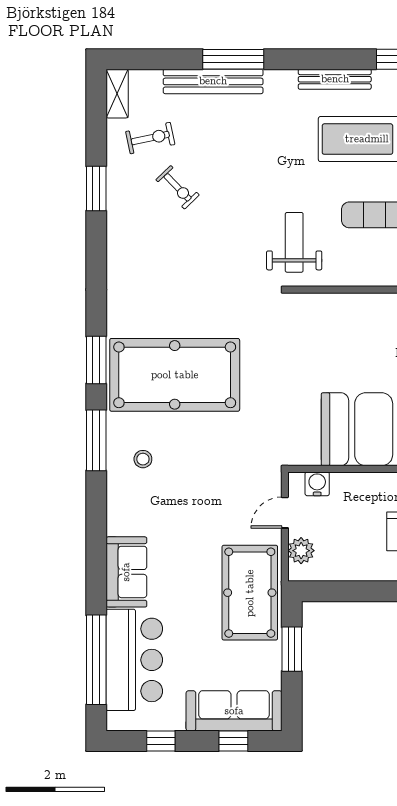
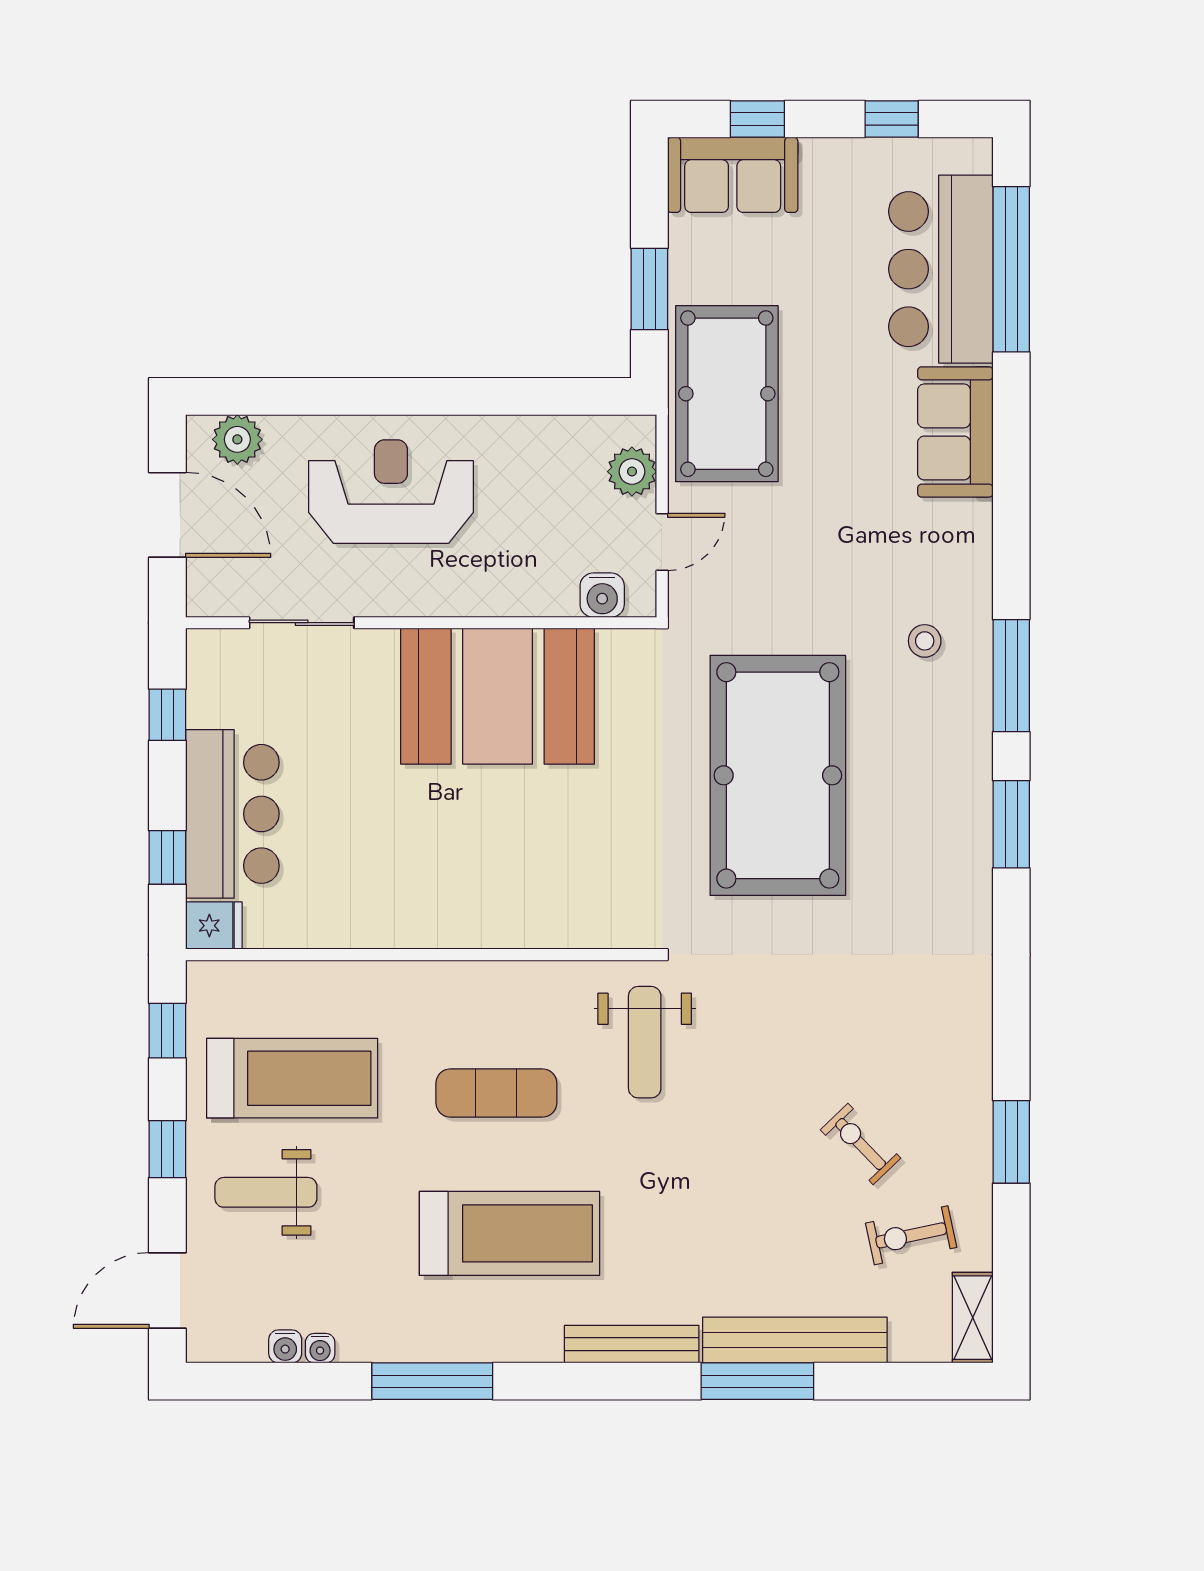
bench: (335, 79) -> (632, 1344), moved
pool table: (175, 375) -> (778, 775), moved, turned 90
sofa: (234, 711) -> (733, 175), width x0.73

